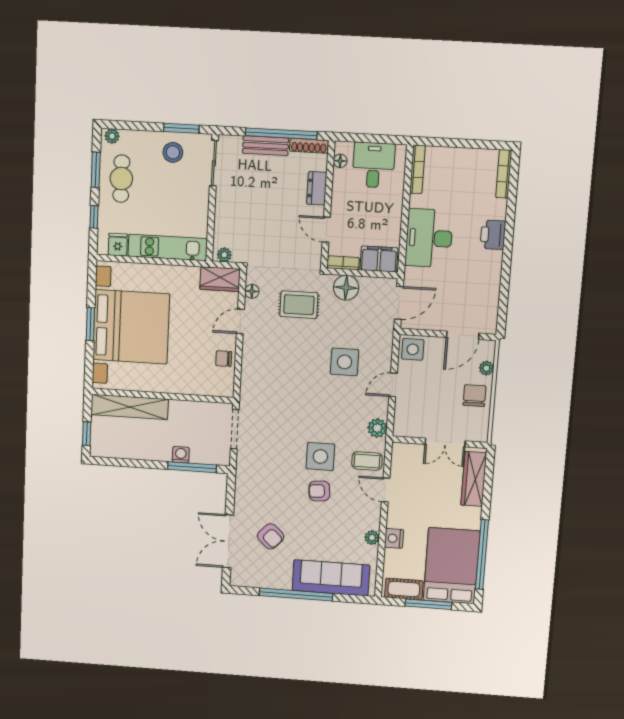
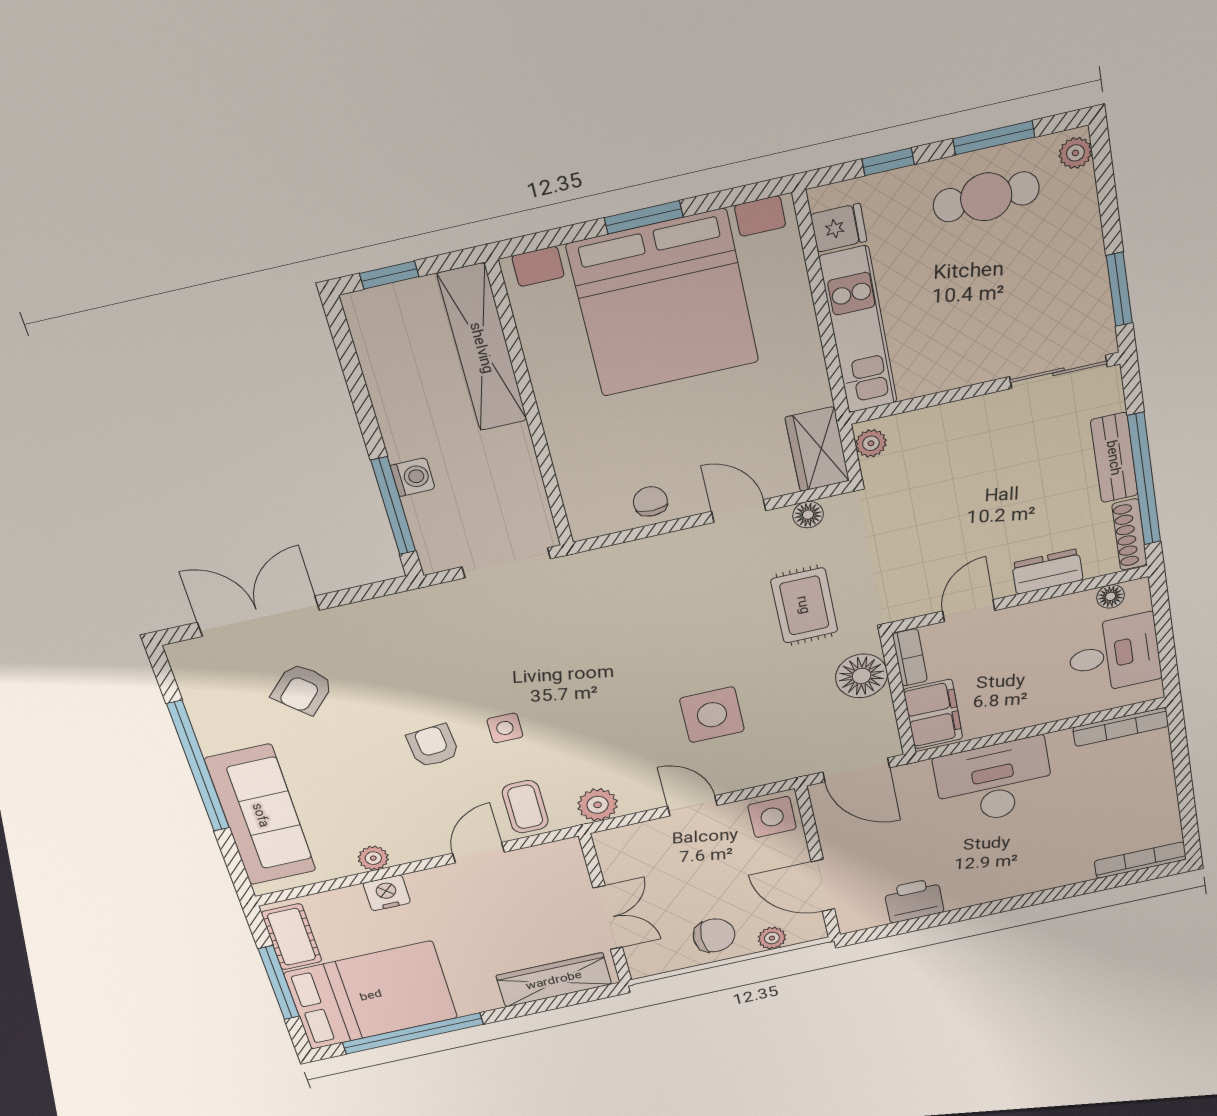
stool: (173, 152) -> (1065, 286), removed
printer: (493, 235) -> (914, 900), moved
double door: (445, 443) -> (608, 918), swing flipped
side table: (320, 457) -> (505, 728), width x0.54, depth x0.54

